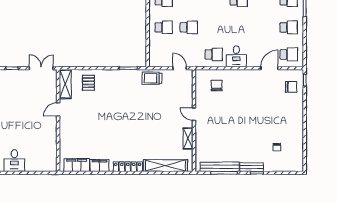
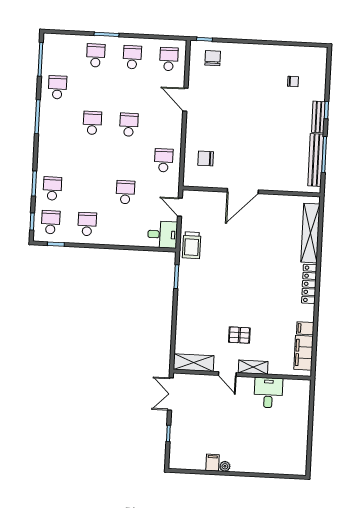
school desk: (164, 27) -> (129, 125), moved
desk: (236, 56) -> (162, 235), moved
door: (180, 68) -> (180, 207), hinge flipped
door: (269, 68) -> (185, 100), moved
pallet: (88, 83) -> (239, 335), moved
door: (194, 114) -> (243, 191), width x1.88
shelving: (188, 138) -> (253, 367), moved
desk: (14, 161) -> (268, 393), moved, turned -90
filing cabinet: (100, 165) -> (305, 328), width x0.50

